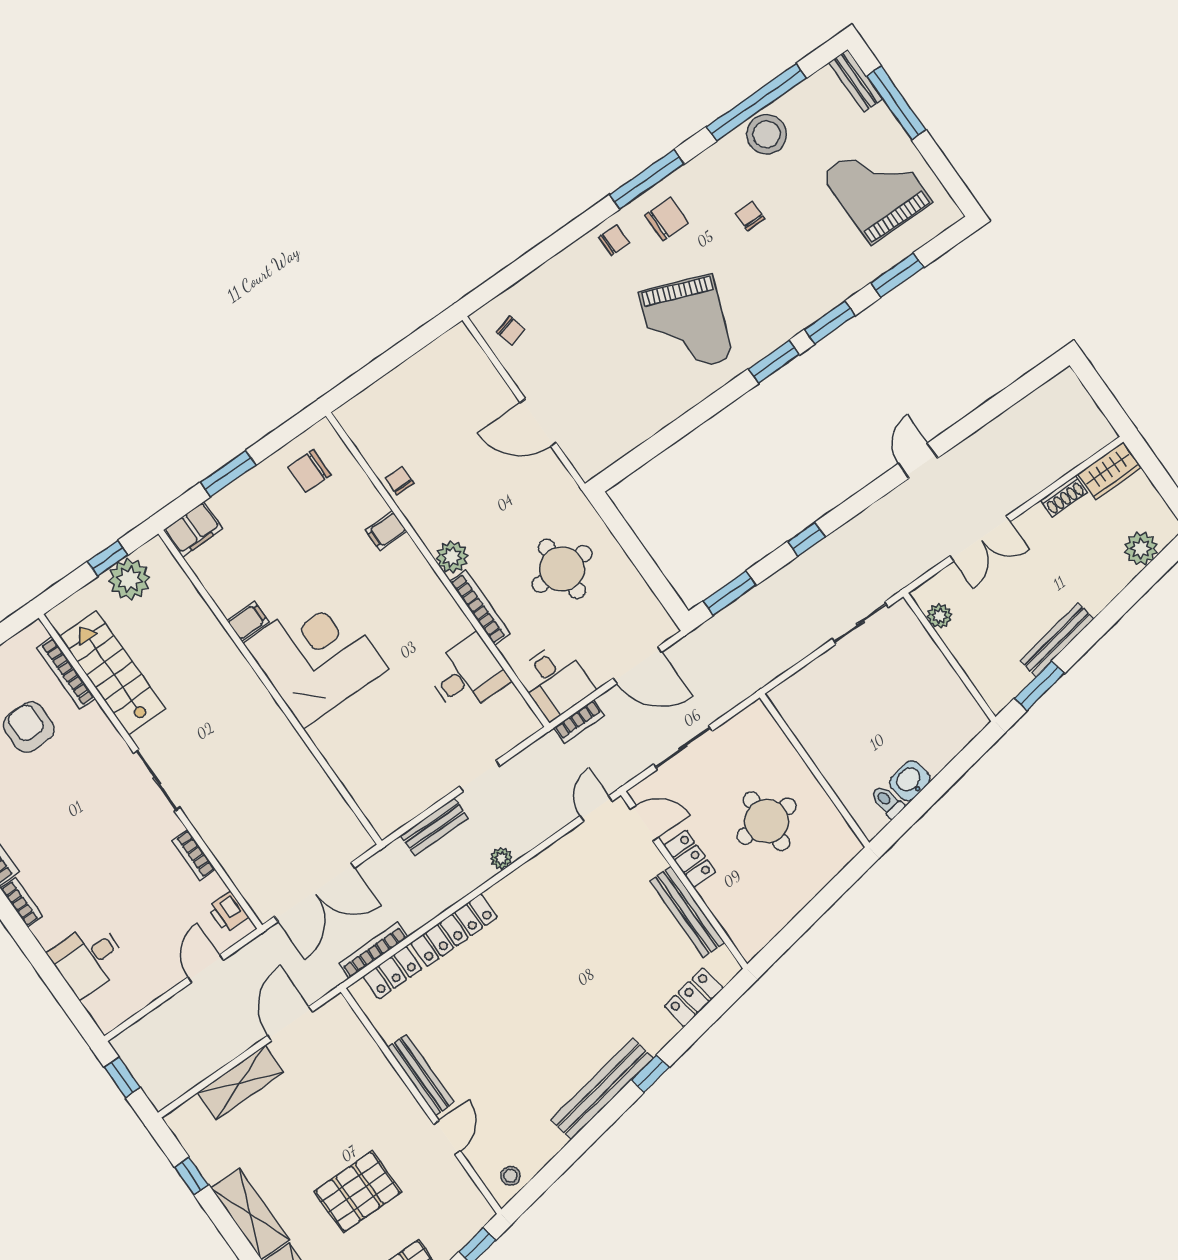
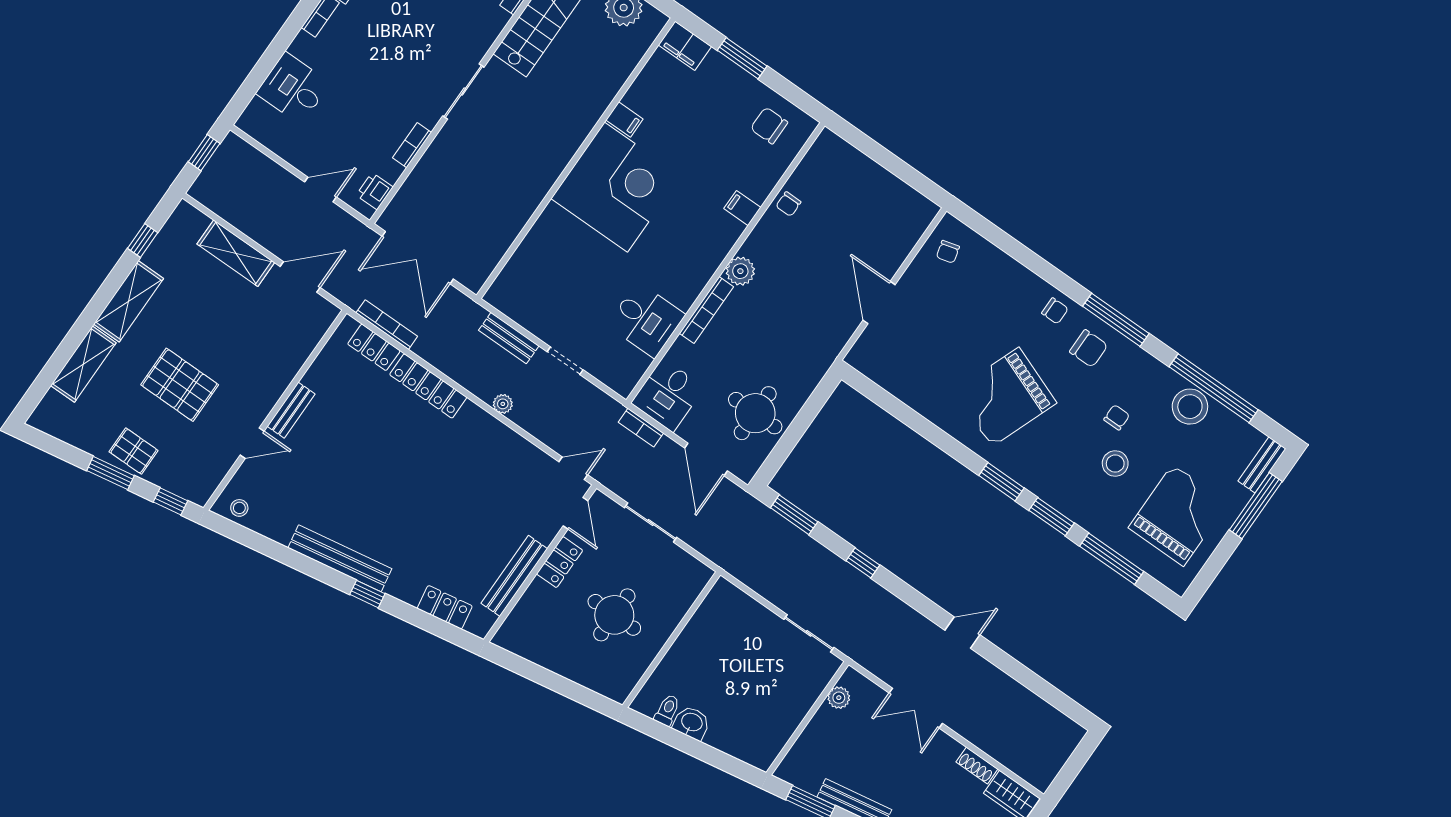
stool: (798, 235) -> (1115, 464), added
window: (897, 275) -> (1112, 559), width x1.44
chair: (400, 481) -> (788, 204), turned 180
round table: (562, 569) -> (755, 413), moved
bench: (421, 1075) -> (291, 410), width x0.73

